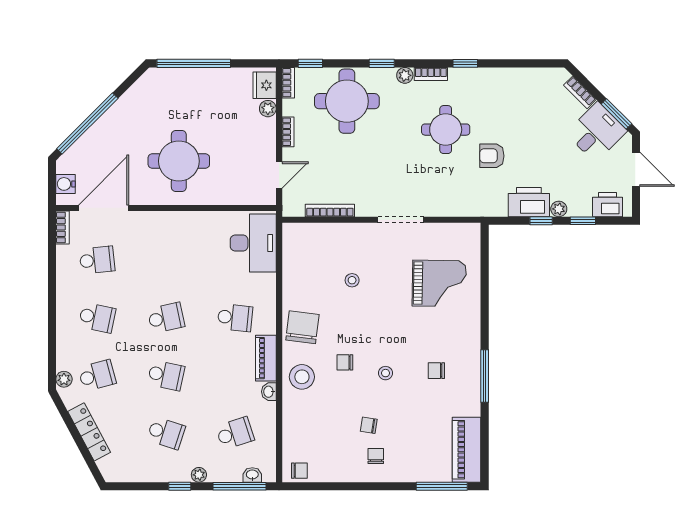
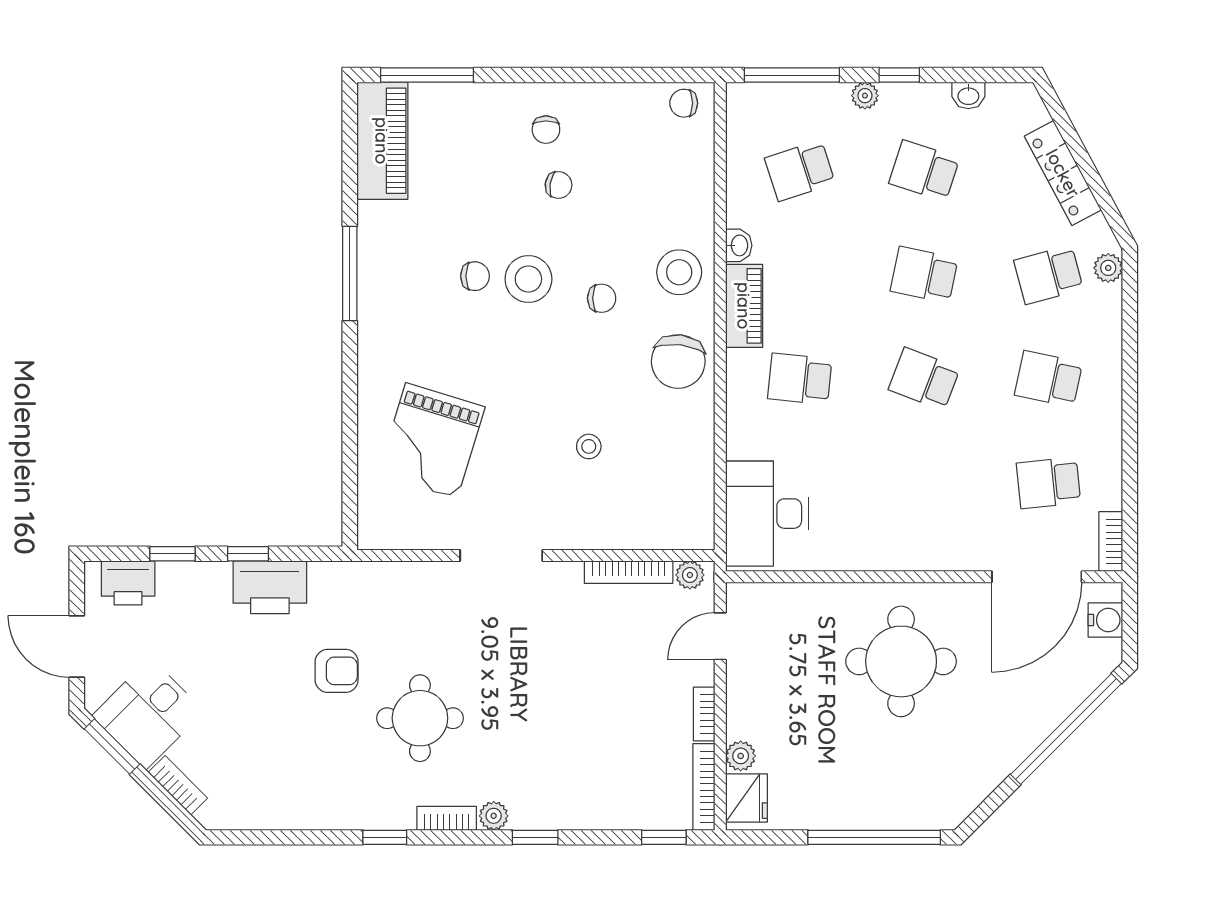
bookcase: (288, 83) -> (704, 787), width x1.56
round table: (347, 101) -> (598, 769), removed
plant: (559, 209) -> (690, 575), moved
grand piano: (439, 283) -> (432, 441), turned -74
school desk: (166, 318) -> (924, 379), turned 33
chair: (436, 371) -> (475, 276), moved
stool: (386, 373) -> (528, 279), width x1.89, depth x1.89
washbasin: (252, 475) -> (968, 95), moved

